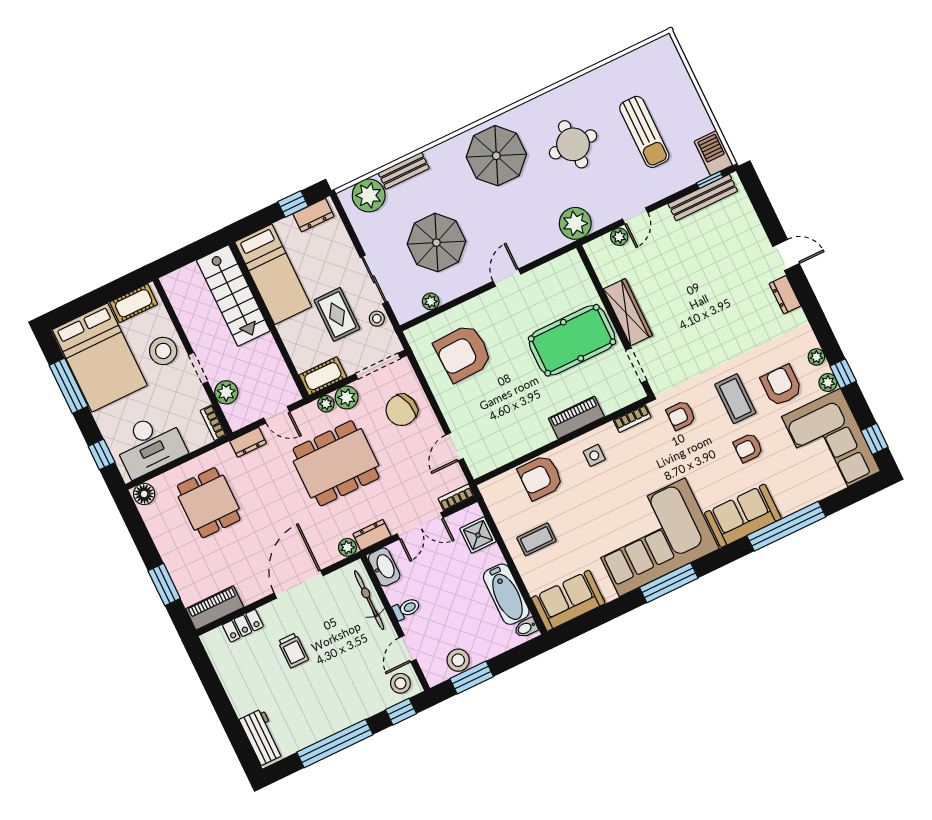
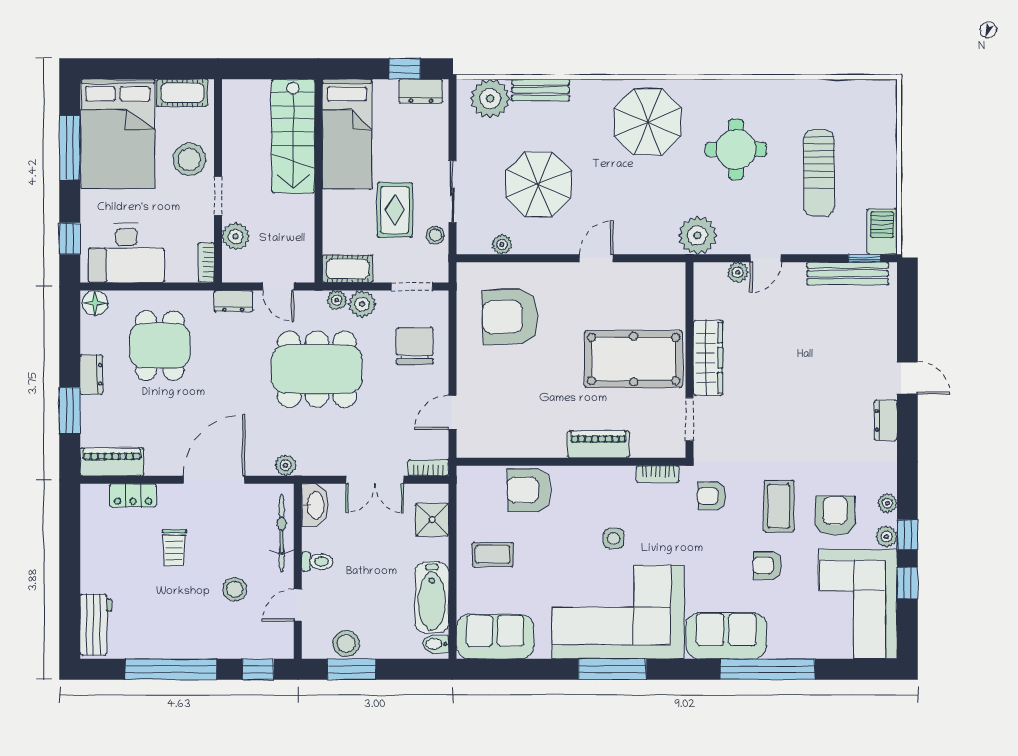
doorway: (378, 366) -> (412, 287), width x0.73
chair: (402, 410) -> (415, 346), turned 105
window: (875, 439) -> (907, 583), moved
side table: (594, 455) -> (614, 538), moved
dresser: (372, 535) -> (91, 374), moved, turned 90
stool: (400, 683) -> (235, 589), moved

